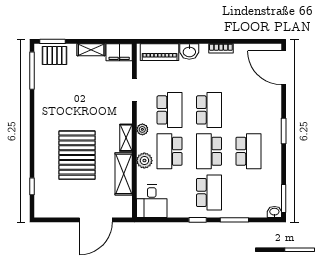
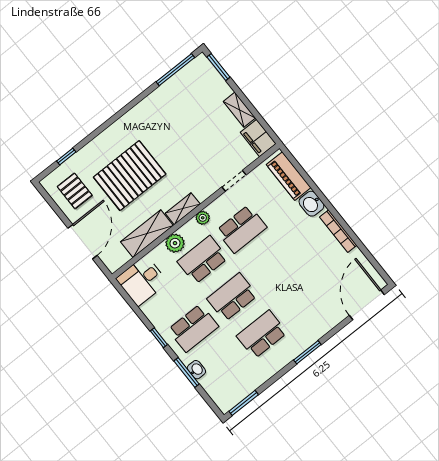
bookcase: (221, 48) -> (338, 231), width x1.56
pallet: (55, 55) -> (75, 191), moved
school desk: (209, 110) -> (271, 266), removed
school desk: (249, 151) -> (262, 334), turned 180
washbasin: (274, 212) -> (196, 370), moved
door: (96, 220) -> (83, 242), swing flipped

